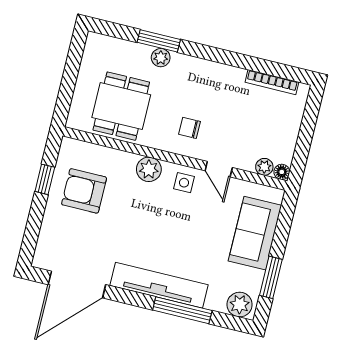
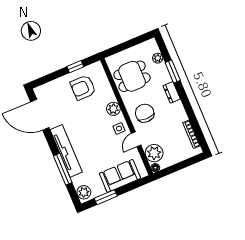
plant: (161, 58) -> (158, 58), moved
dresser: (188, 65) -> (172, 92), added
chair: (190, 128) -> (145, 113), width x1.87, depth x1.87
plant: (264, 167) -> (154, 153), width x1.88, depth x1.88
armchair: (84, 191) -> (83, 88), turned -90

